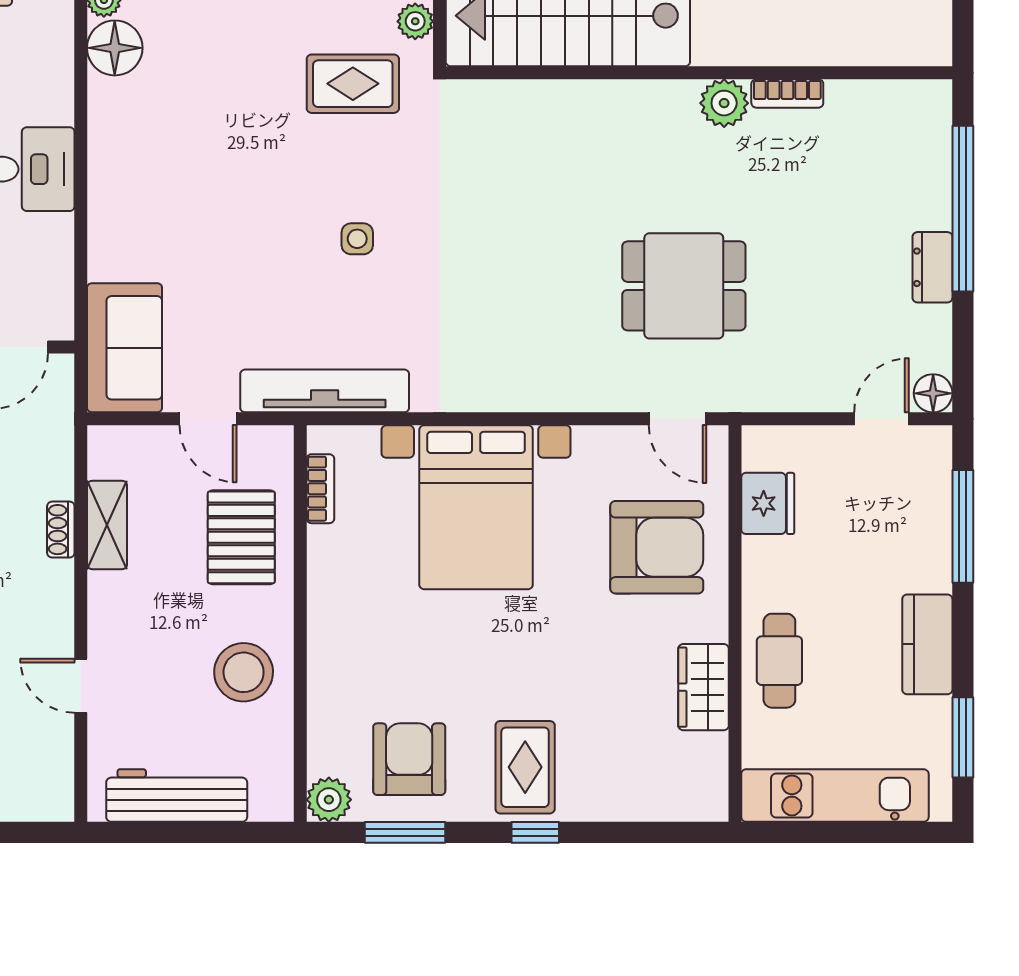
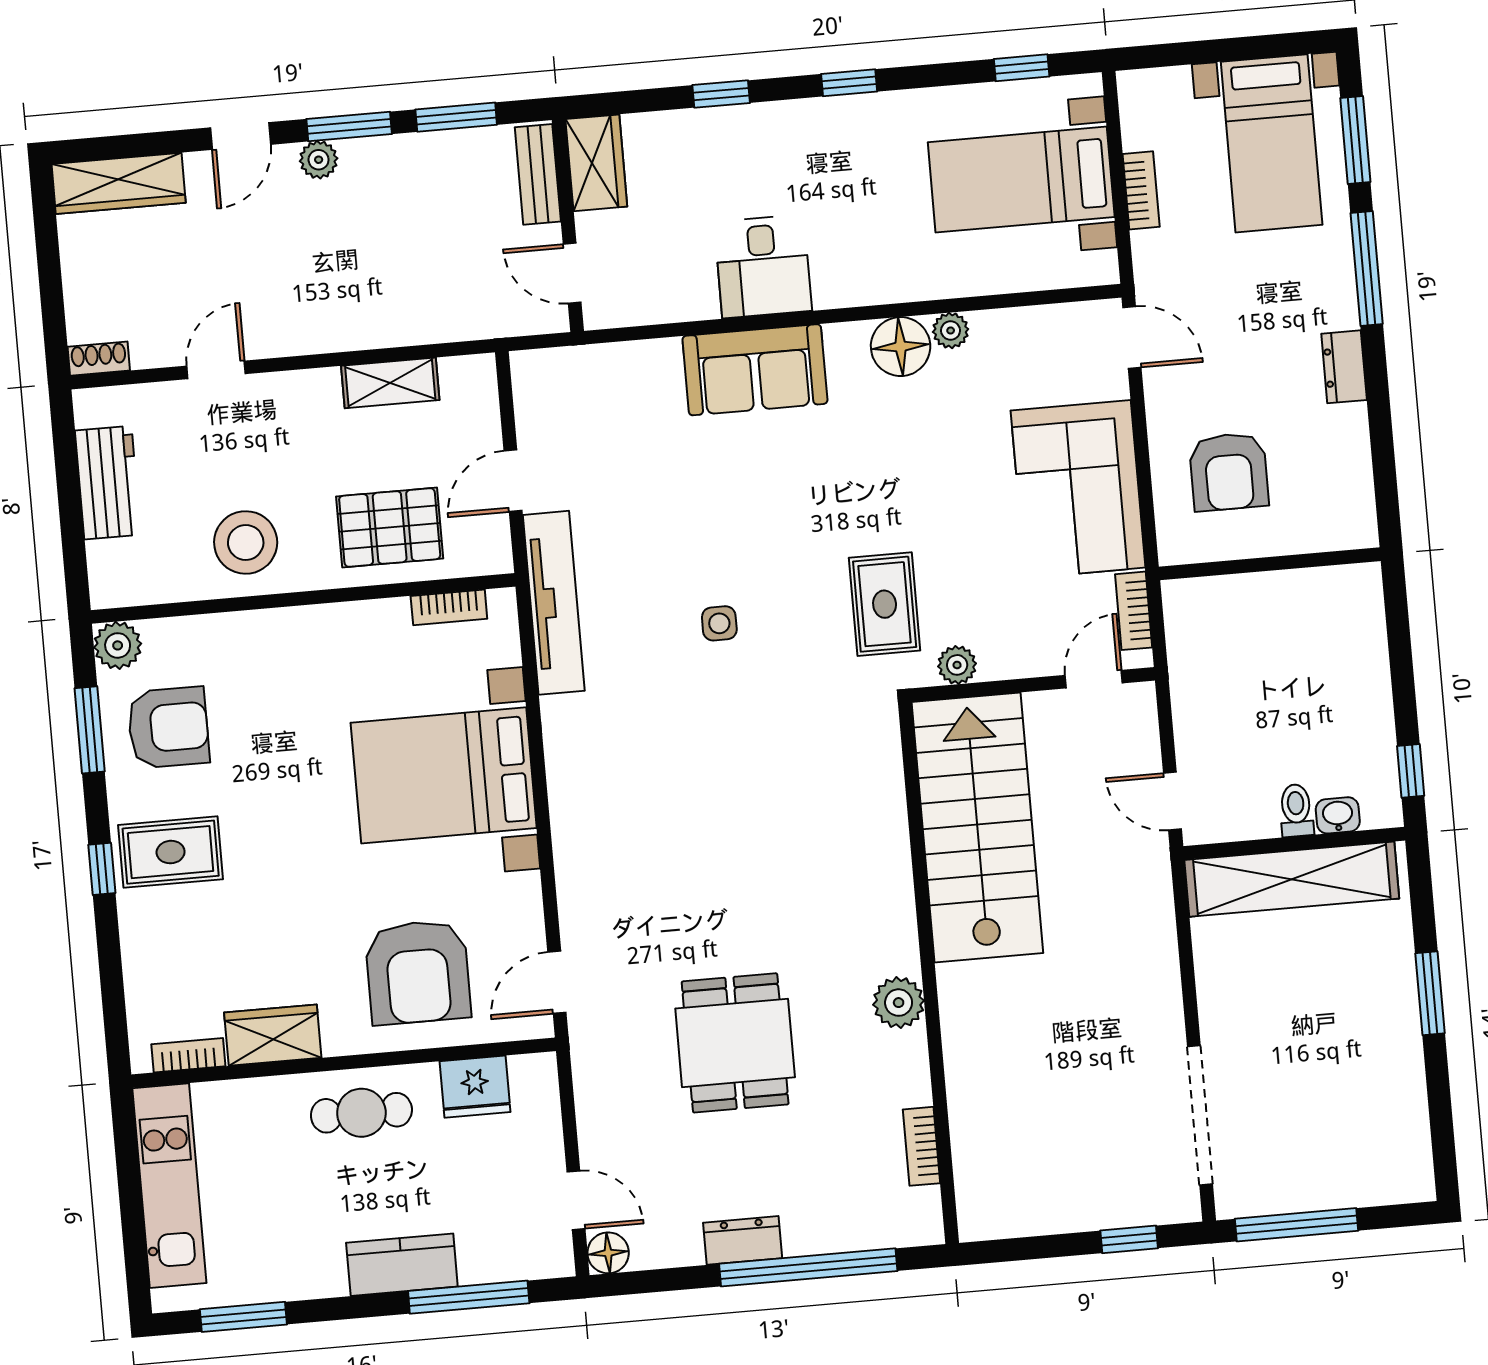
bookcase: (787, 93) -> (922, 1146), moved
dining table: (684, 286) -> (735, 1043), moved
sofa: (125, 348) -> (755, 370), moved
shoe rack: (61, 530) -> (99, 359), moved
kitchen counter: (927, 644) -> (402, 1265), moved
cafe table: (779, 661) -> (361, 1113), moved
bookcase: (715, 767) -> (188, 1055), added
workbench: (177, 795) -> (108, 483), width x0.73

